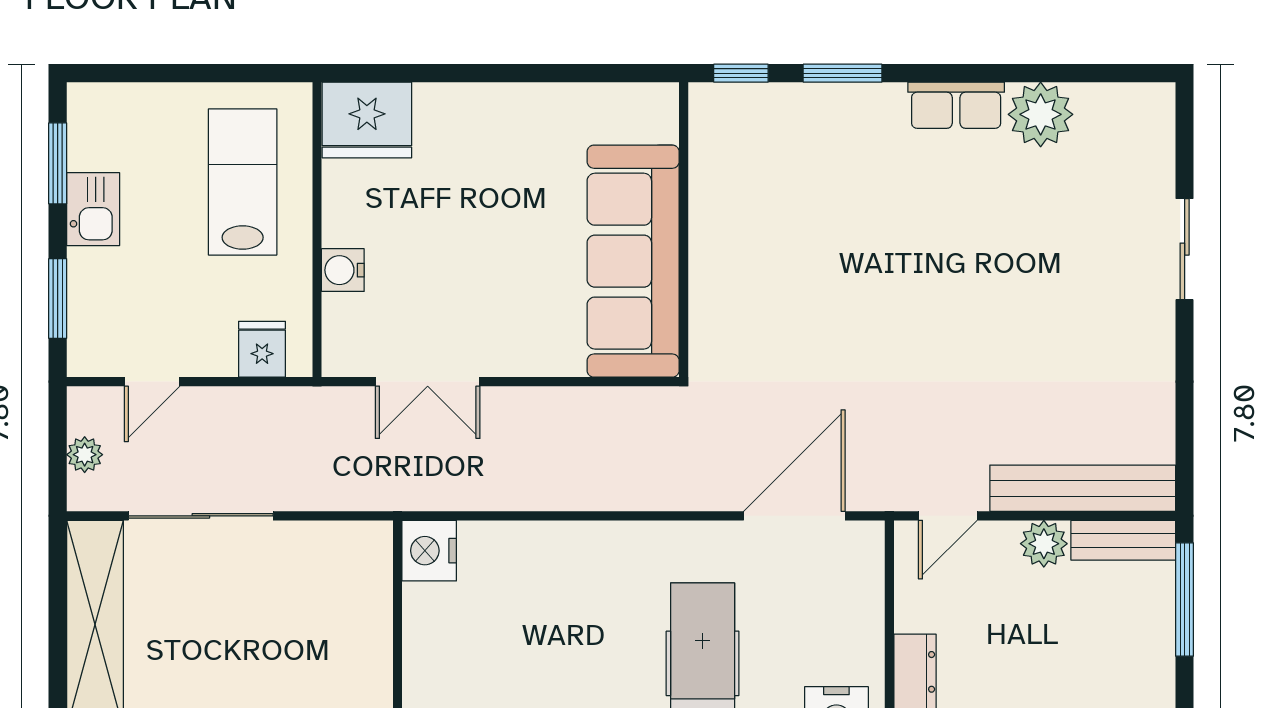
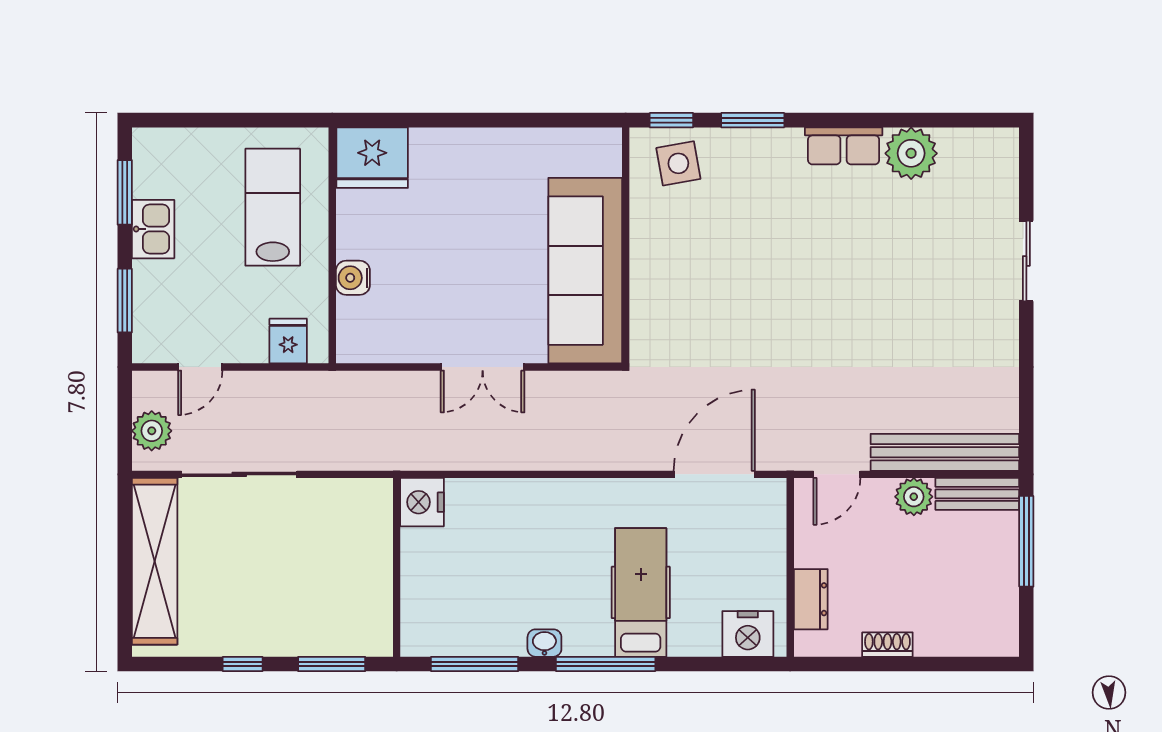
side table: (750, 127) -> (678, 163), added
double door: (428, 382) -> (483, 367), moved
plant: (85, 455) -> (152, 431), width x1.38, depth x1.38

